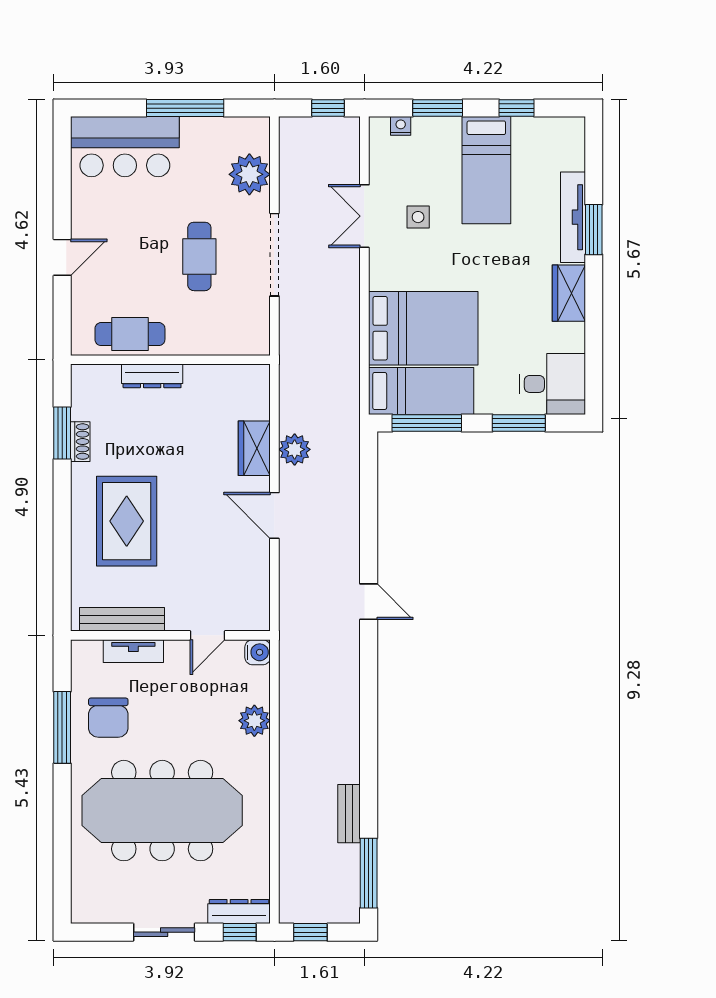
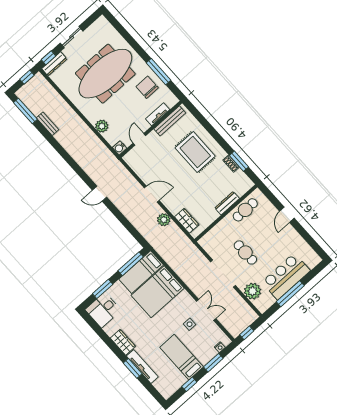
bar counter: (125, 147) -> (286, 276), moved
wardrobe: (254, 448) -> (187, 221), moved

